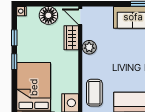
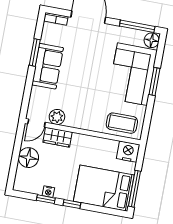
nightstand: (21, 11) -> (48, 192), moved
plant: (89, 47) -> (57, 117), moved

